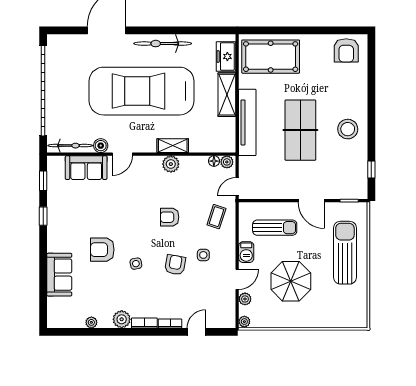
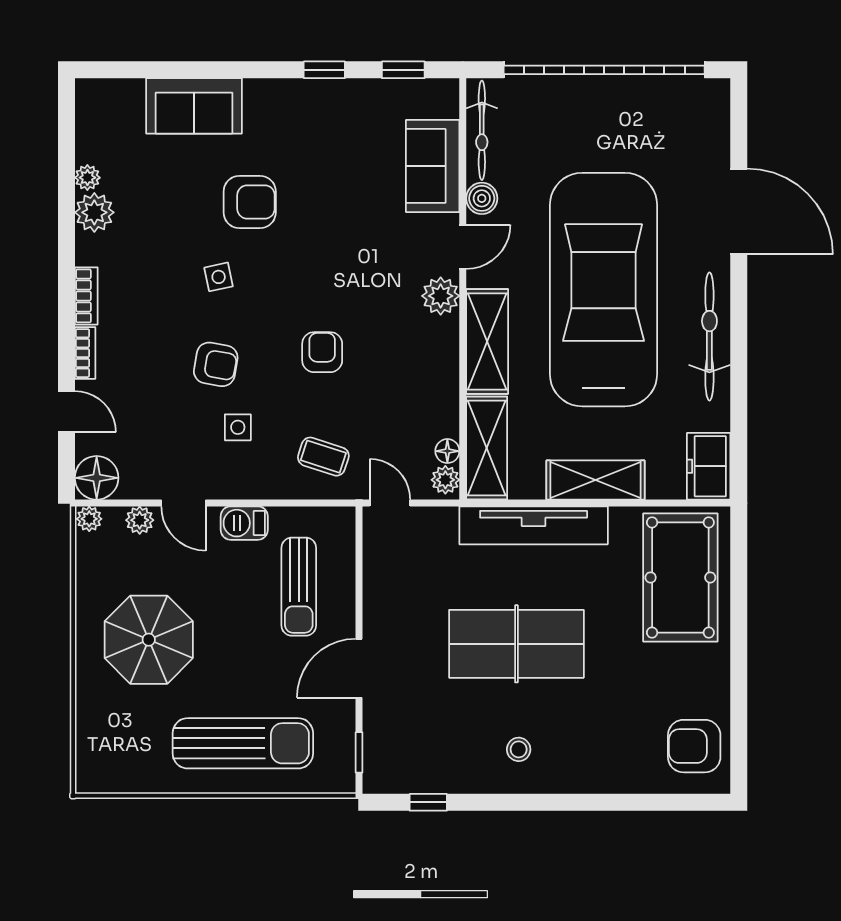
freezer: (226, 56) -> (709, 466), moved, turned -90
stool: (348, 129) -> (519, 749), width x0.53, depth x0.53
shelving: (213, 143) -> (487, 448), added
shelving: (173, 146) -> (487, 342), width x1.50, depth x1.33
door: (122, 154) -> (463, 247), swing flipped
plant: (171, 164) -> (441, 296), moved
armchair: (102, 250) -> (250, 202), turned 90
parasol: (291, 281) -> (149, 640), moved
floor lamp: (226, 318) -> (97, 478), added
plant: (122, 319) -> (94, 212), moved

